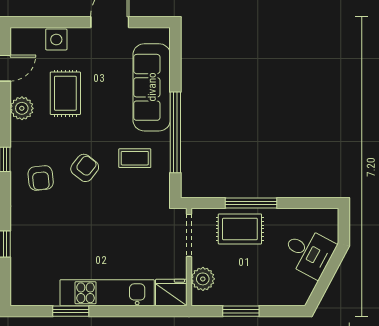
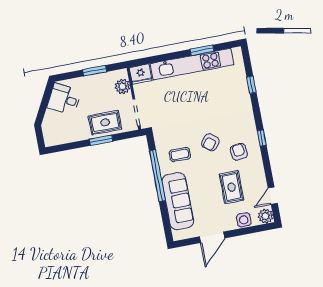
plant: (22, 108) -> (266, 216), moved
armchair: (41, 178) -> (239, 152), moved
window: (251, 203) -> (101, 140), width x0.69
desk: (309, 252) -> (64, 99), moved
kitchen unit: (107, 293) -> (192, 64), width x1.36

